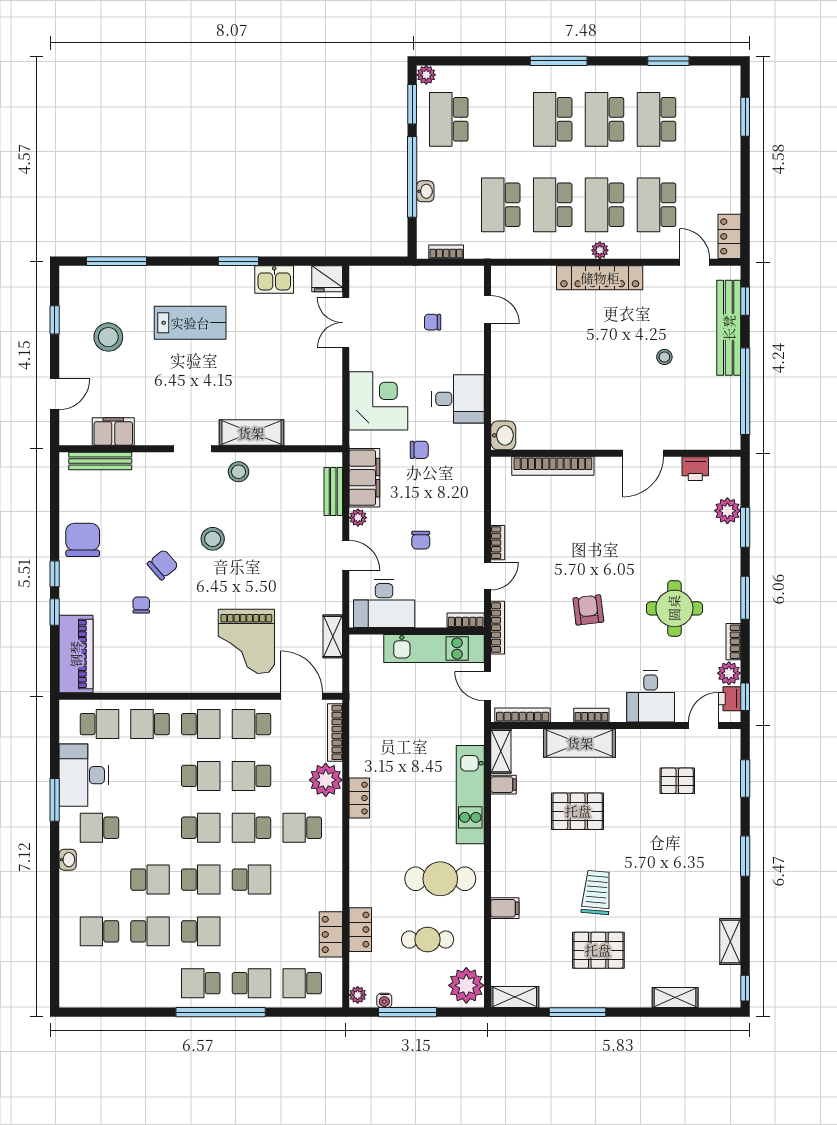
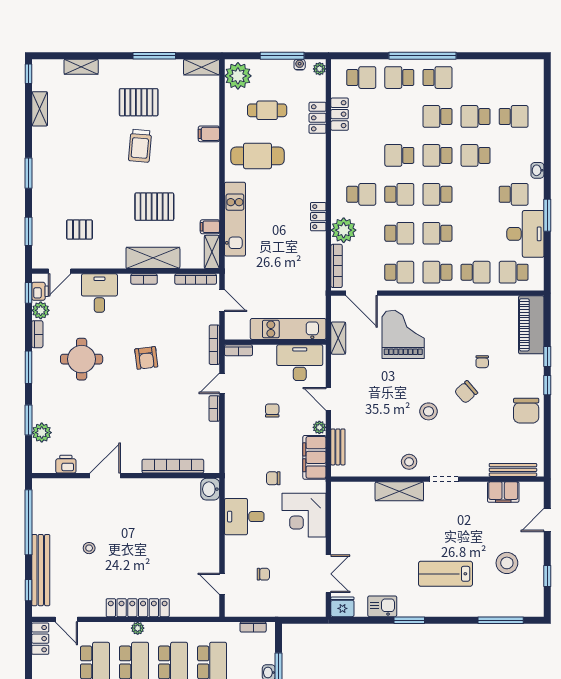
kitchen unit: (434, 649) -> (288, 329), moved

